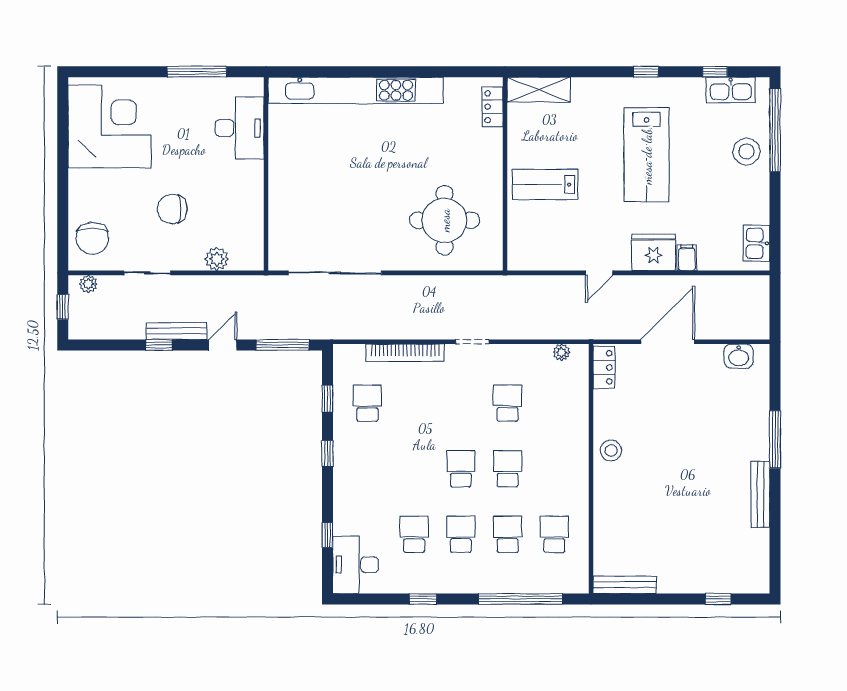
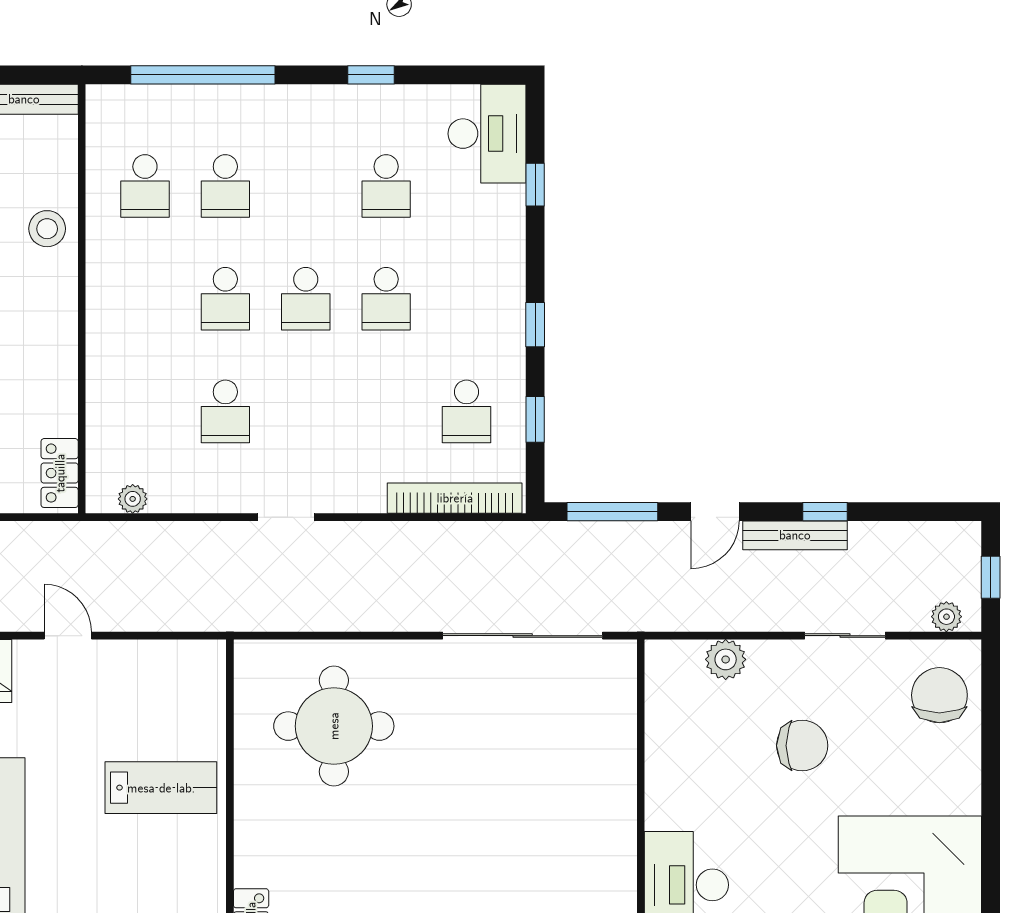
door: (599, 273) -> (68, 636), hinge flipped
bookcase: (405, 353) -> (455, 498), moved
stool: (611, 450) -> (47, 229), moved
school desk: (461, 534) -> (386, 299), moved

